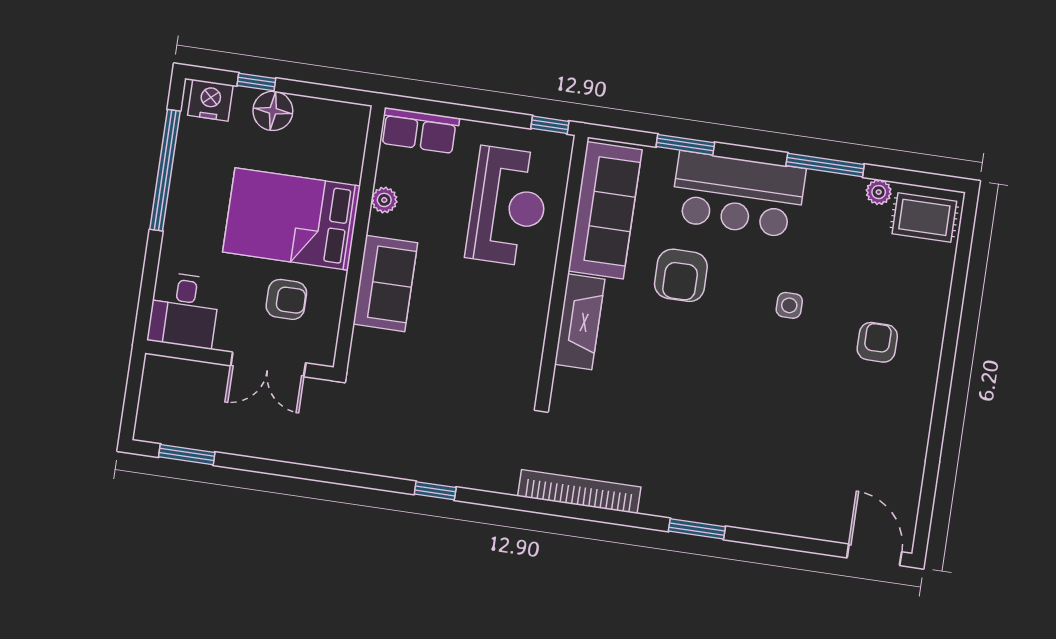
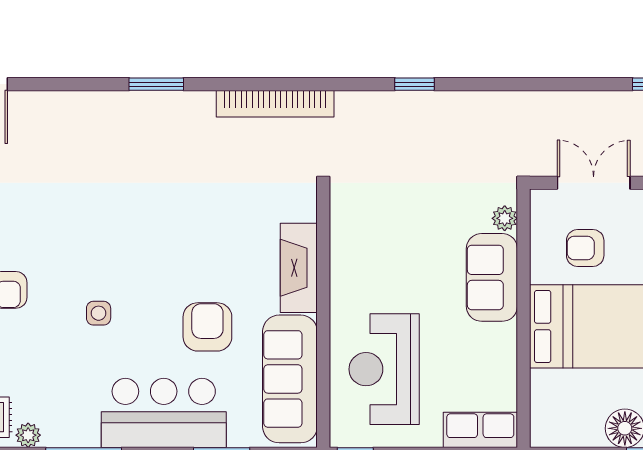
plant: (384, 200) -> (505, 218), moved

